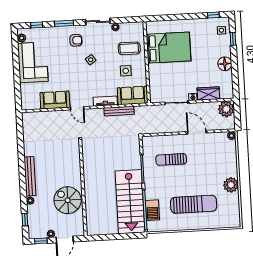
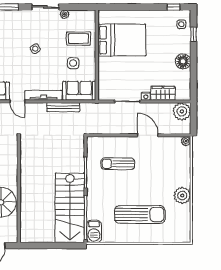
armchair: (76, 40) -> (20, 26), removed
tv unit: (105, 101) -> (43, 95), width x1.41
barbecue: (152, 210) -> (94, 231), moved

